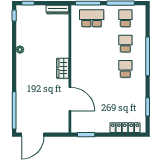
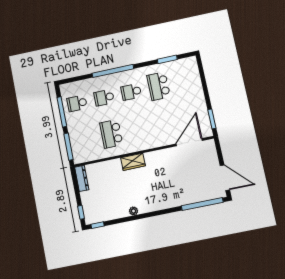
school desk: (92, 18) -> (111, 134), moved
wardrobe: (63, 68) -> (133, 162), moved
school desk: (125, 94) -> (159, 86), added
door: (70, 99) -> (189, 142), moved
locker: (125, 128) -> (195, 79), removed

